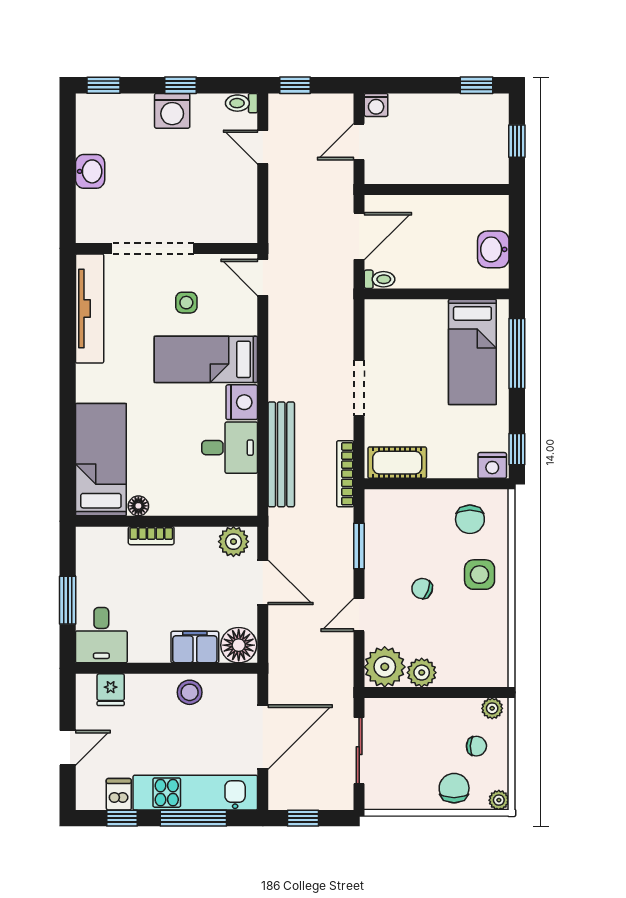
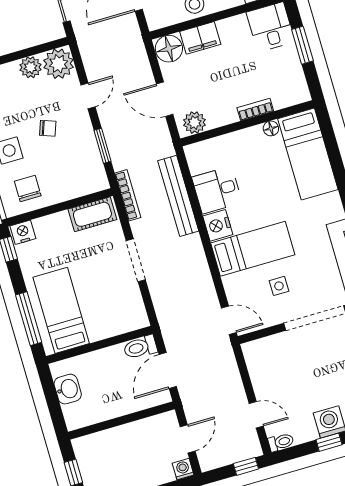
toilet: (380, 279) -> (140, 347), width x1.37, depth x1.39

